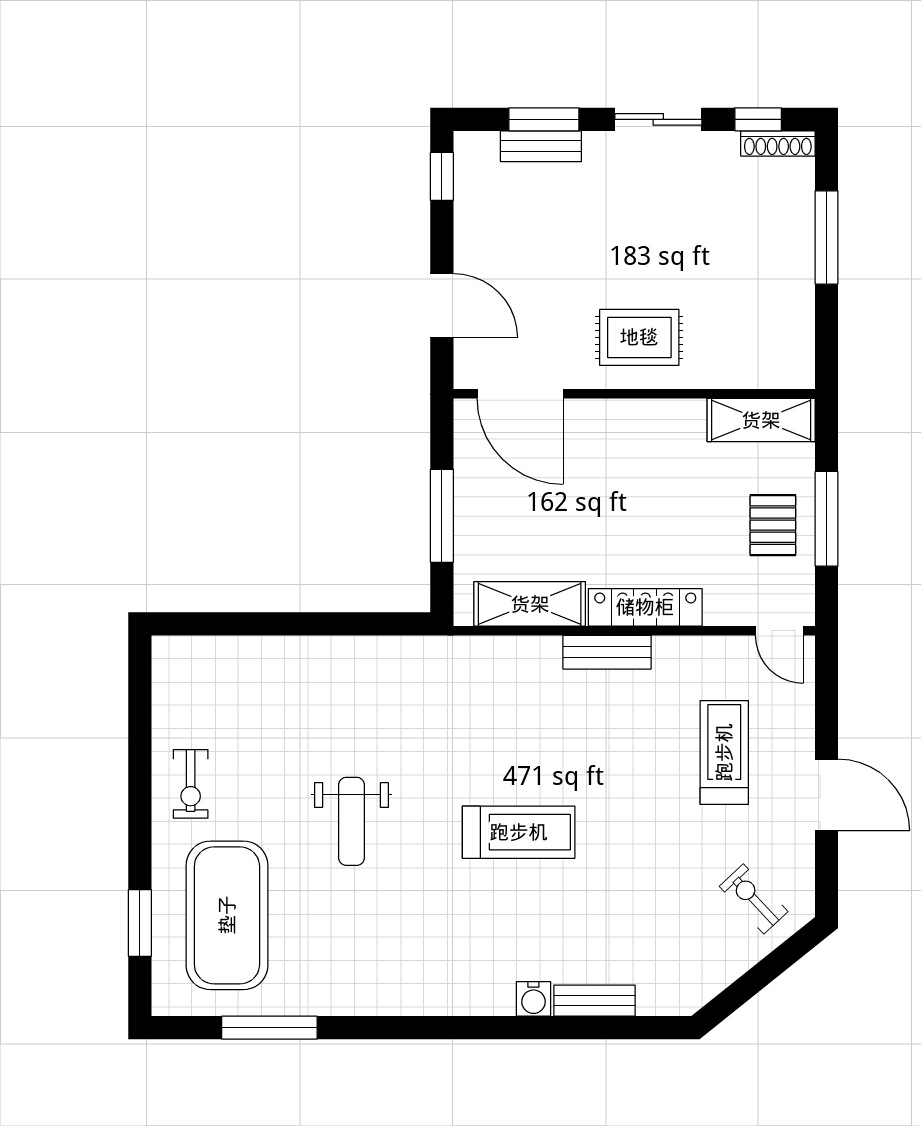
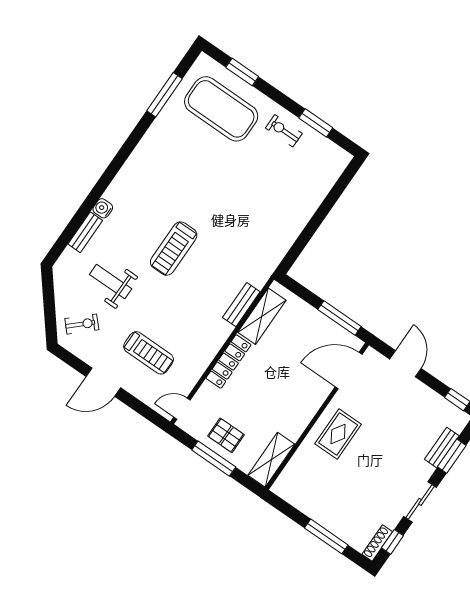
door: (442, 306) -> (405, 364), swing flipped
window: (442, 516) -> (339, 318), moved
bench: (607, 652) -> (241, 305), moved
window: (140, 739) -> (316, 123), added
weight bench: (352, 821) -> (111, 282), moved

